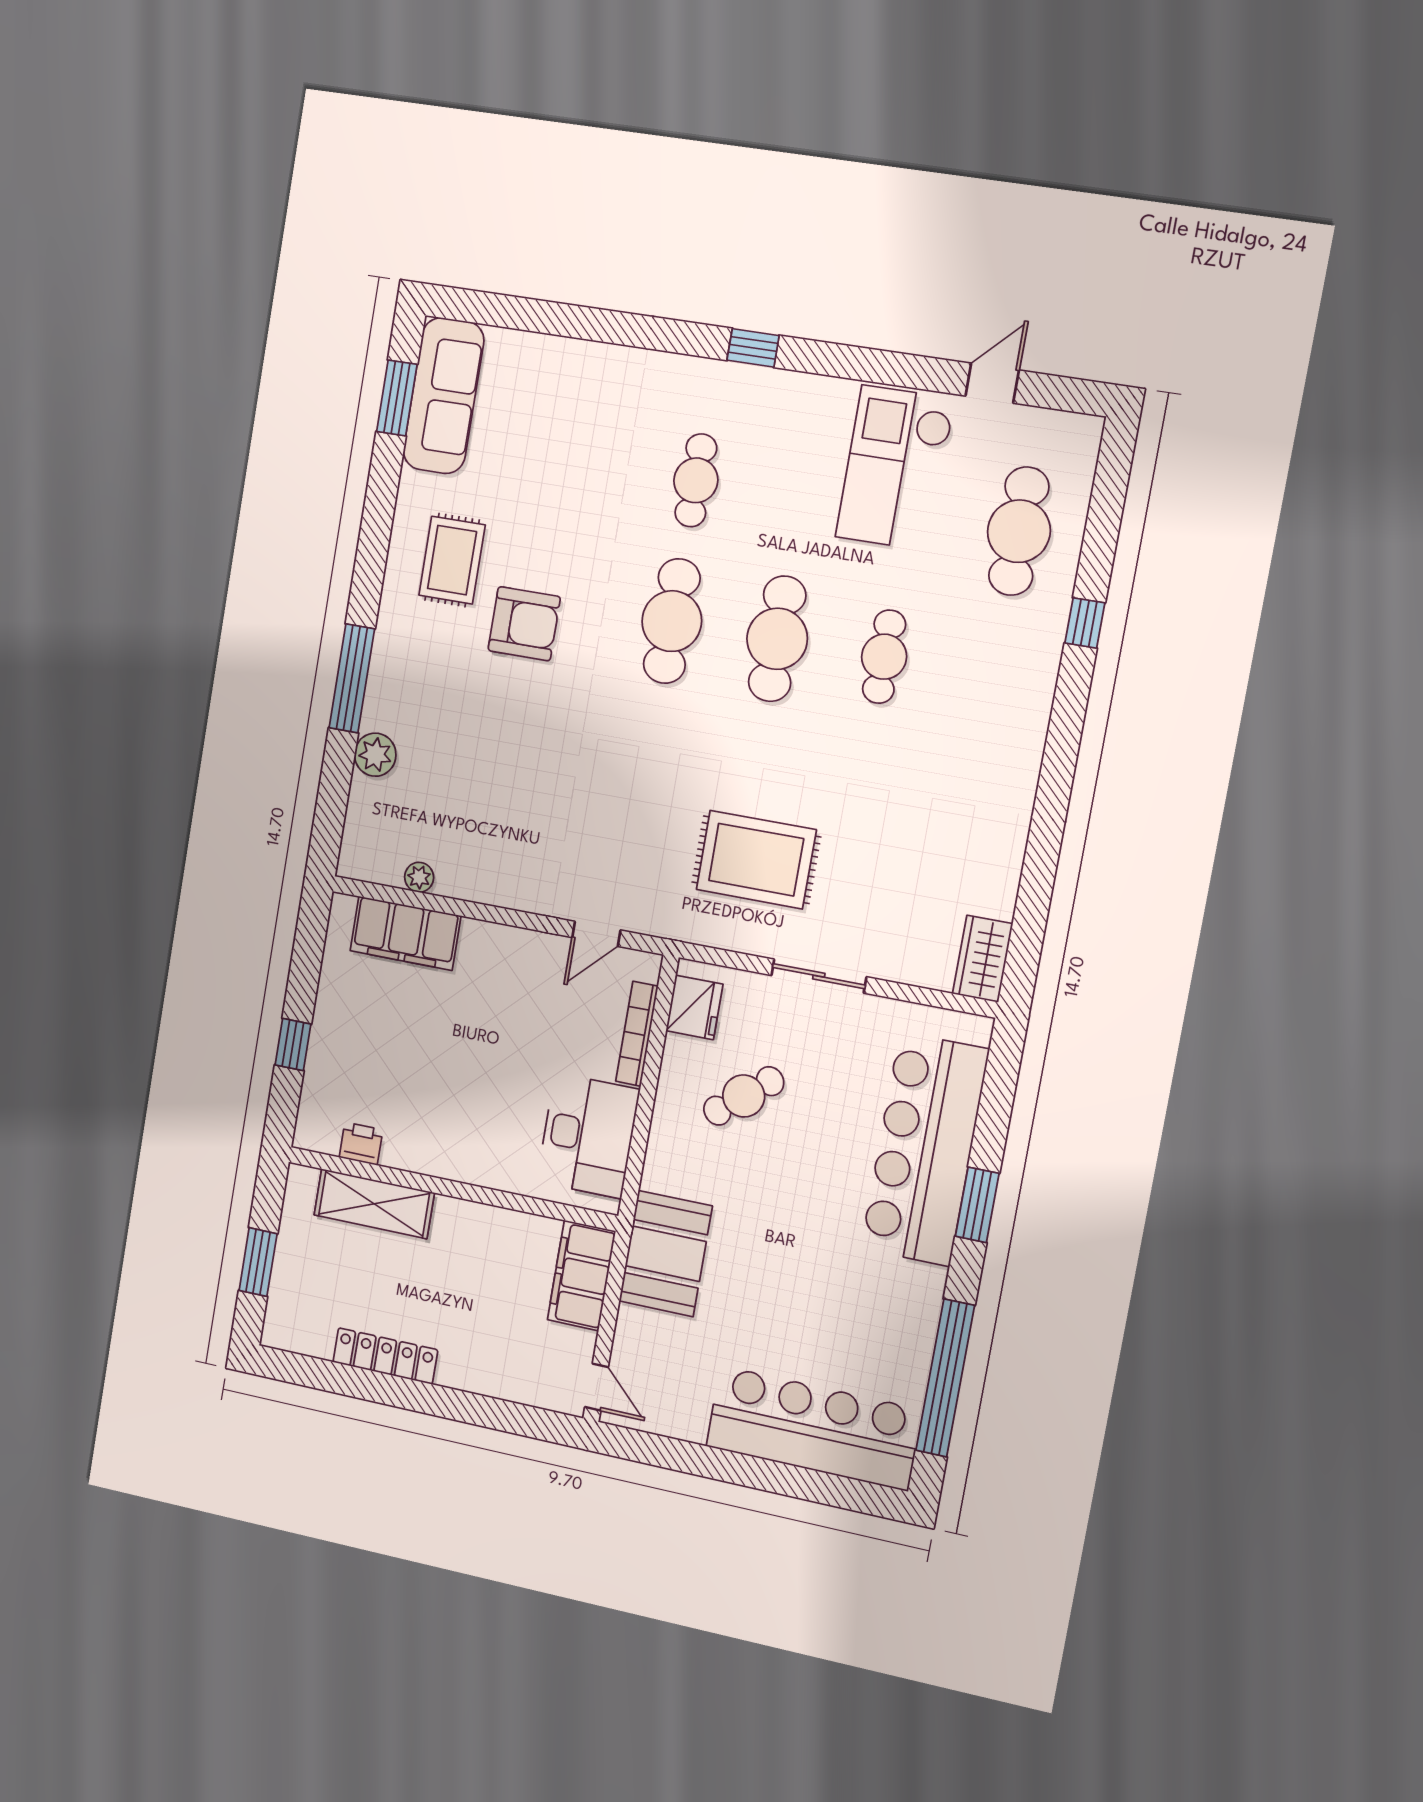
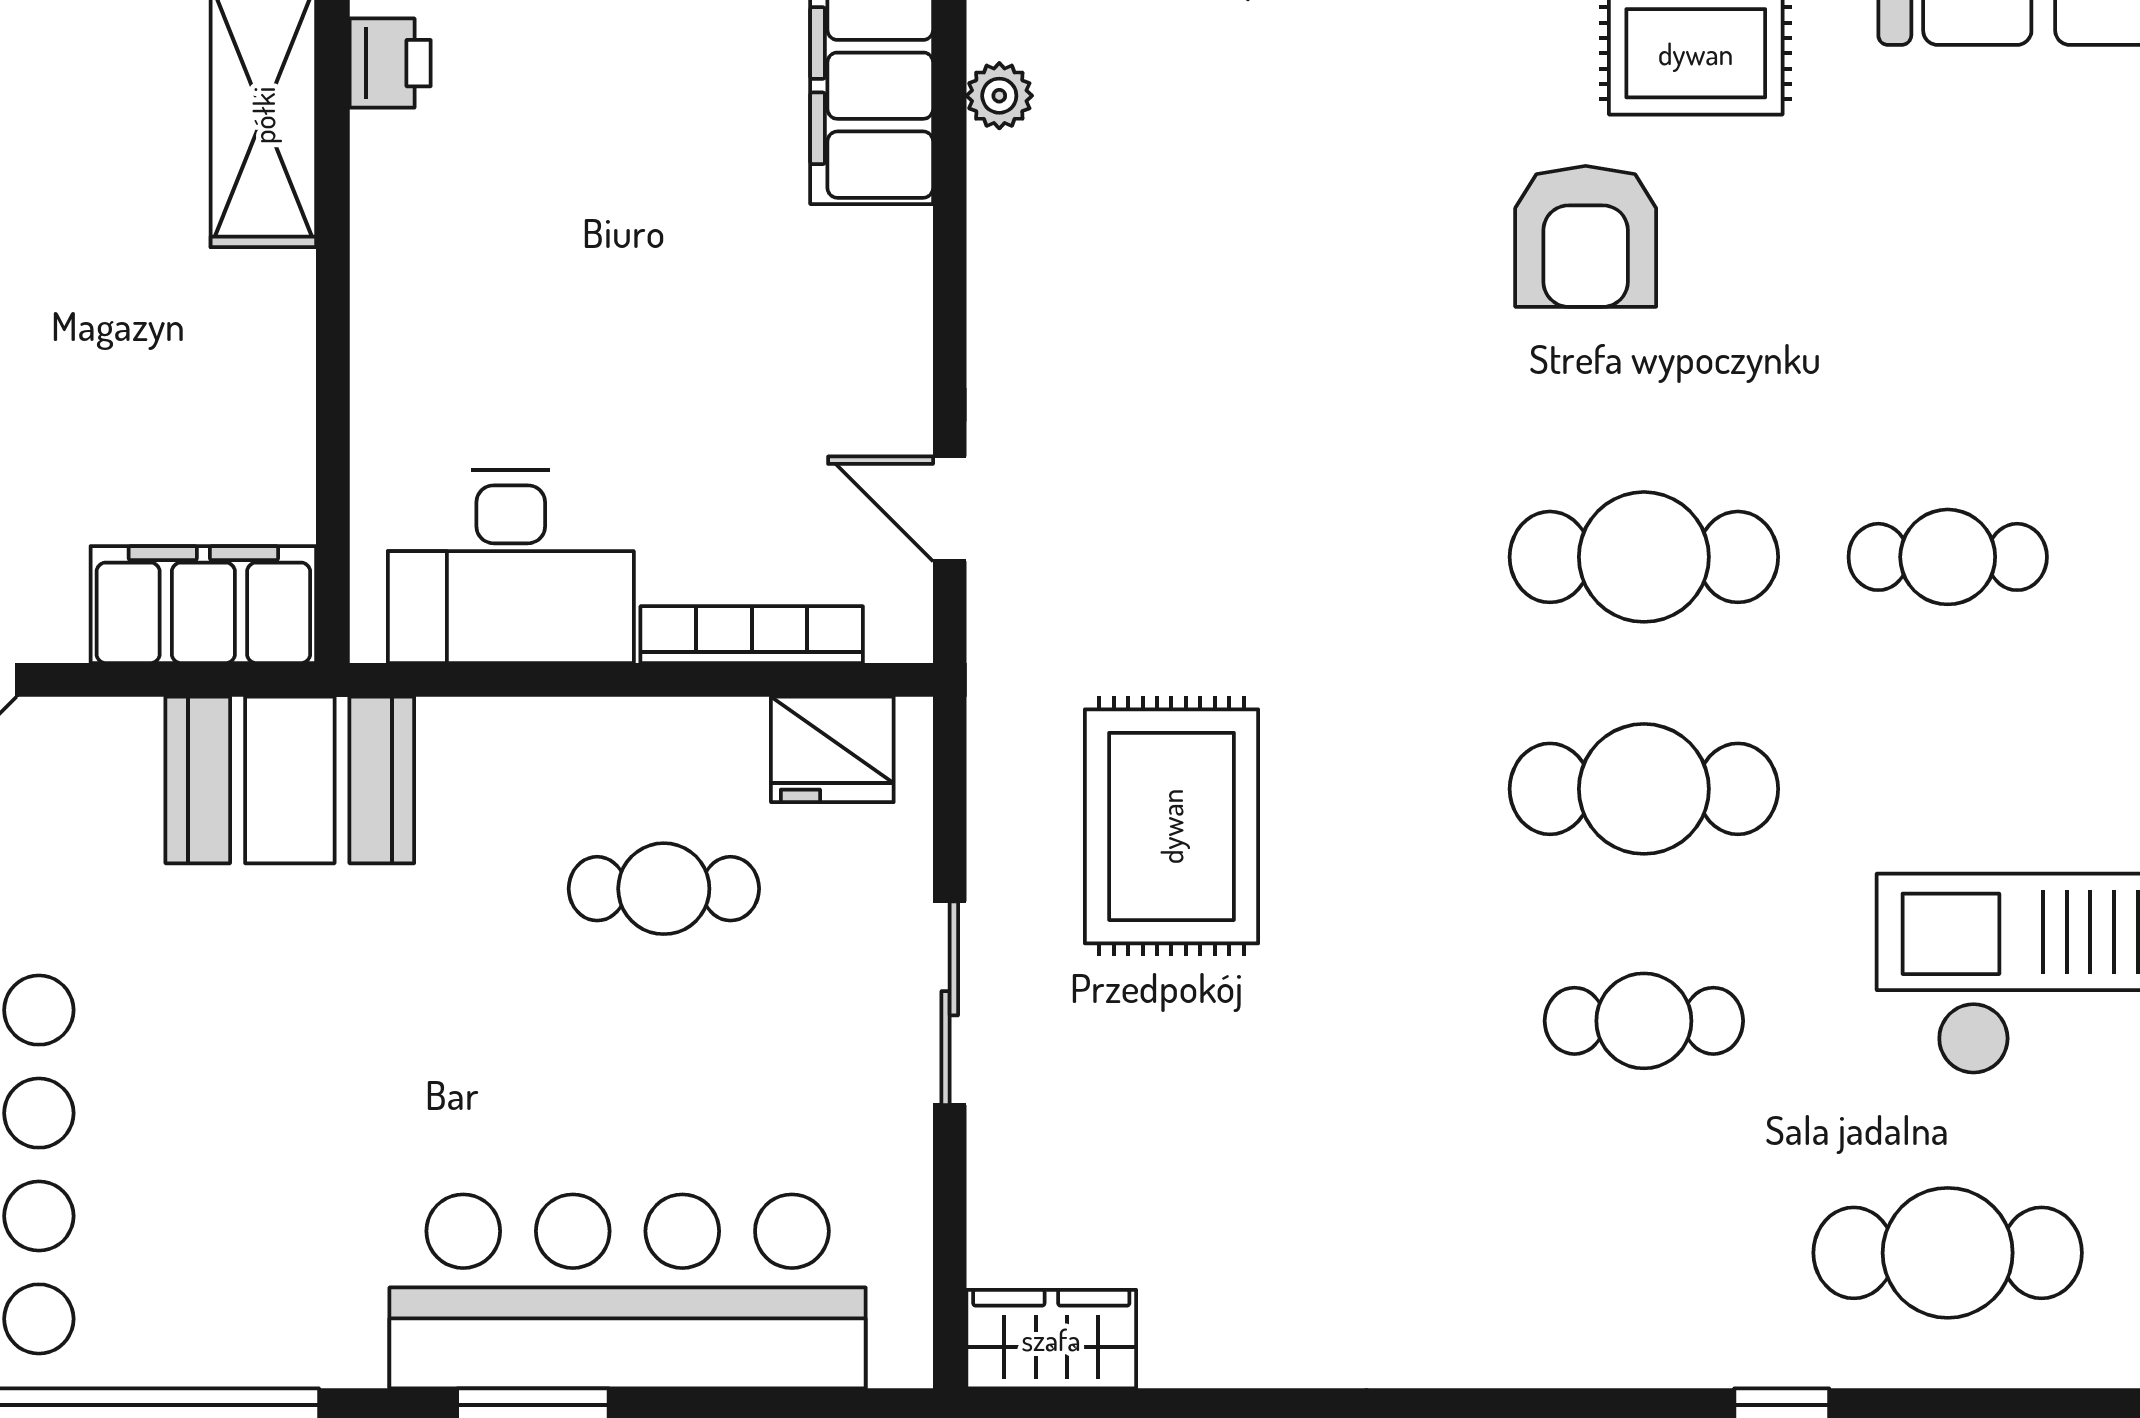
cafe table: (744, 1096) -> (664, 889), turned -50

